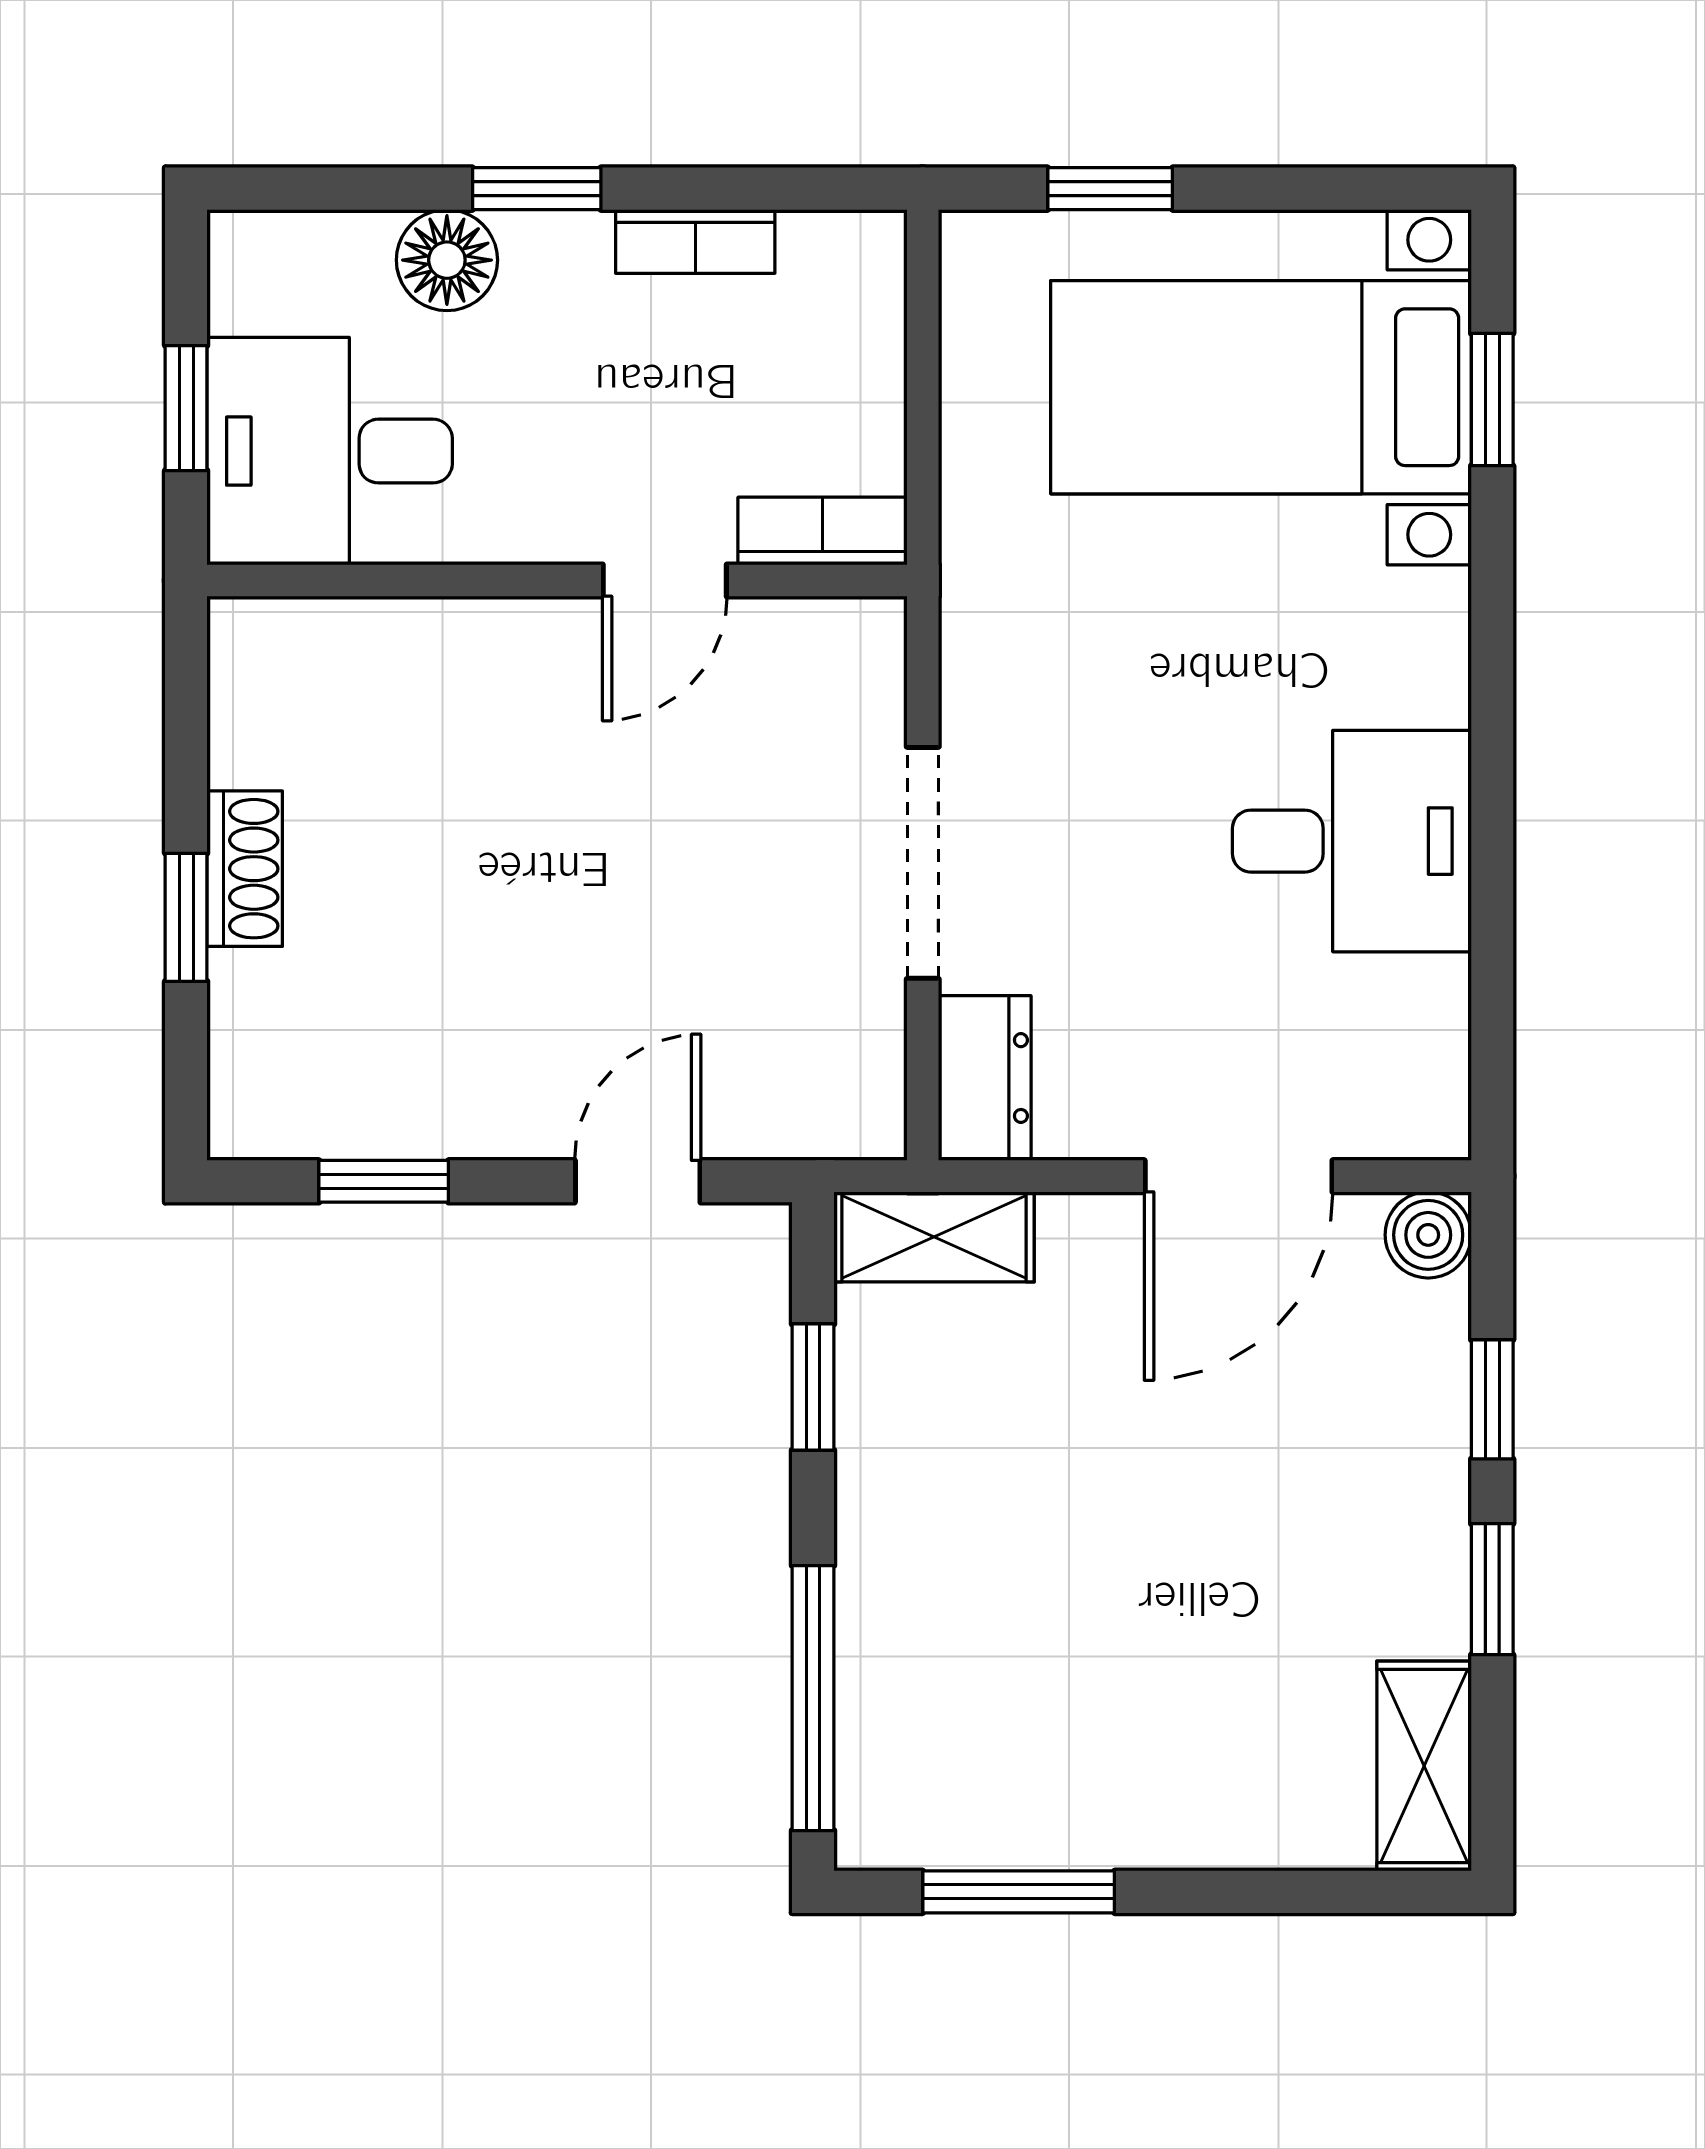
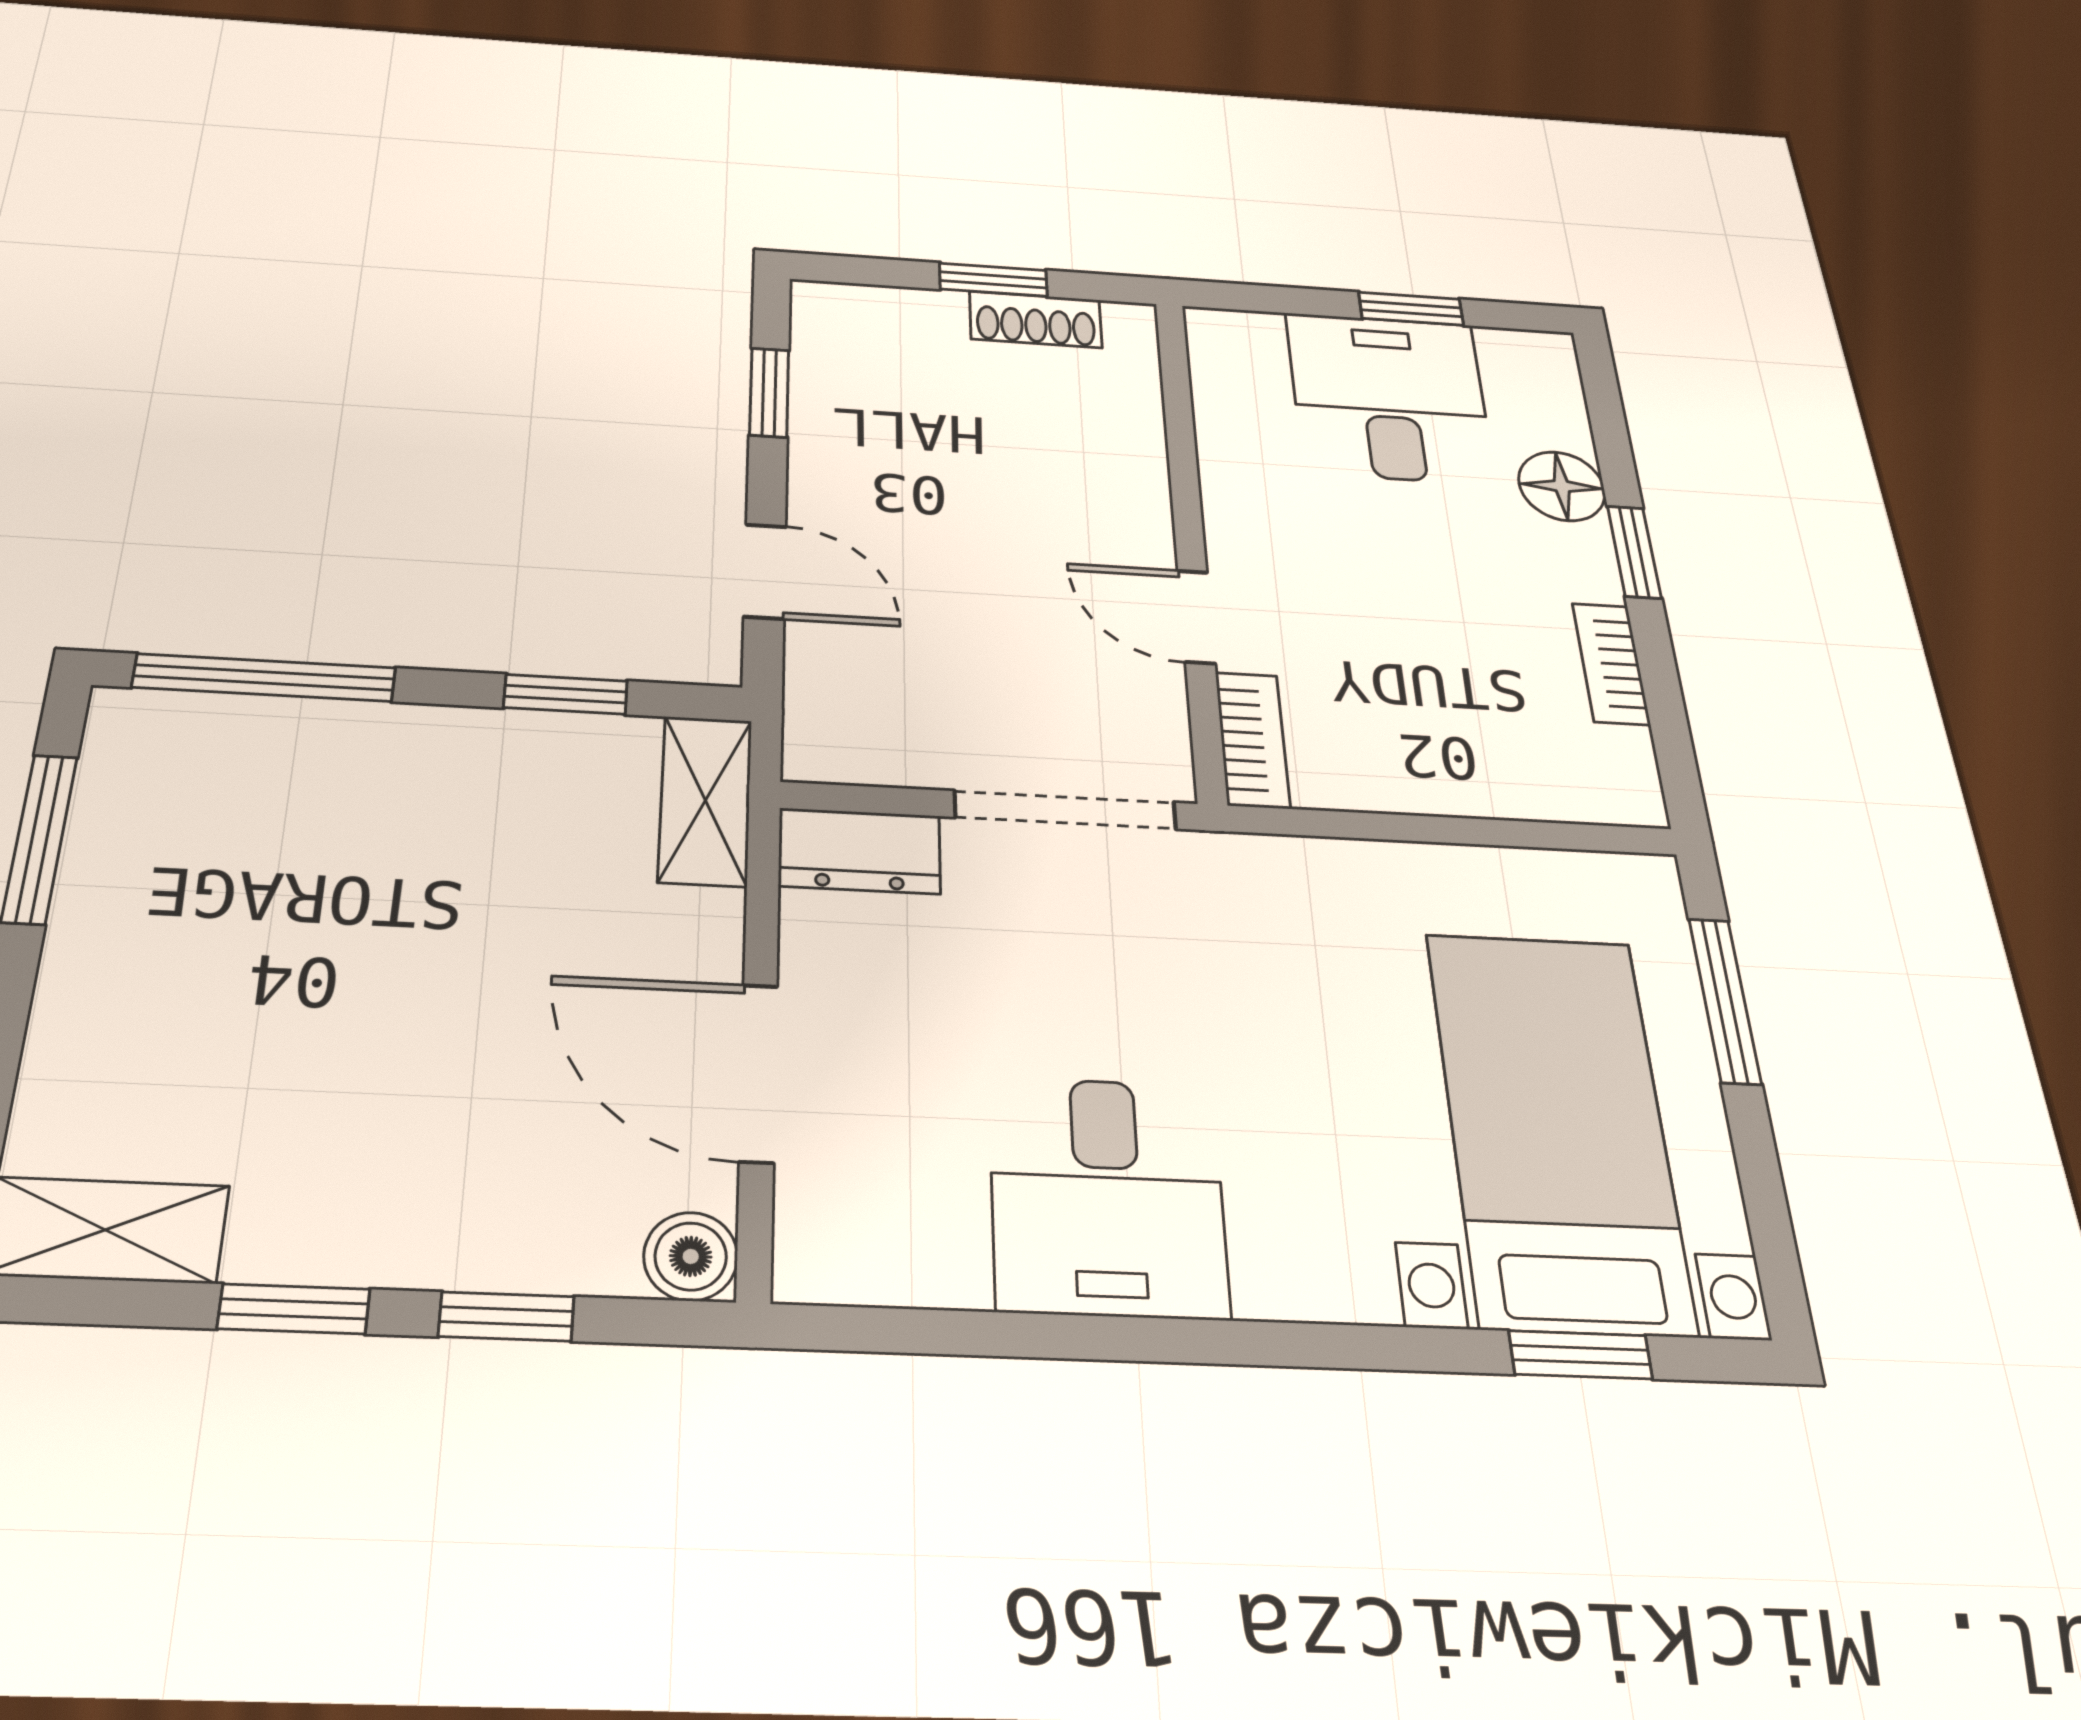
window: (1110, 189) -> (1725, 1001), width x1.50
bookcase: (823, 531) -> (1252, 740), moved
wall: (557, 580) -> (1189, 539), moved
door: (665, 580) -> (1196, 617), moved

